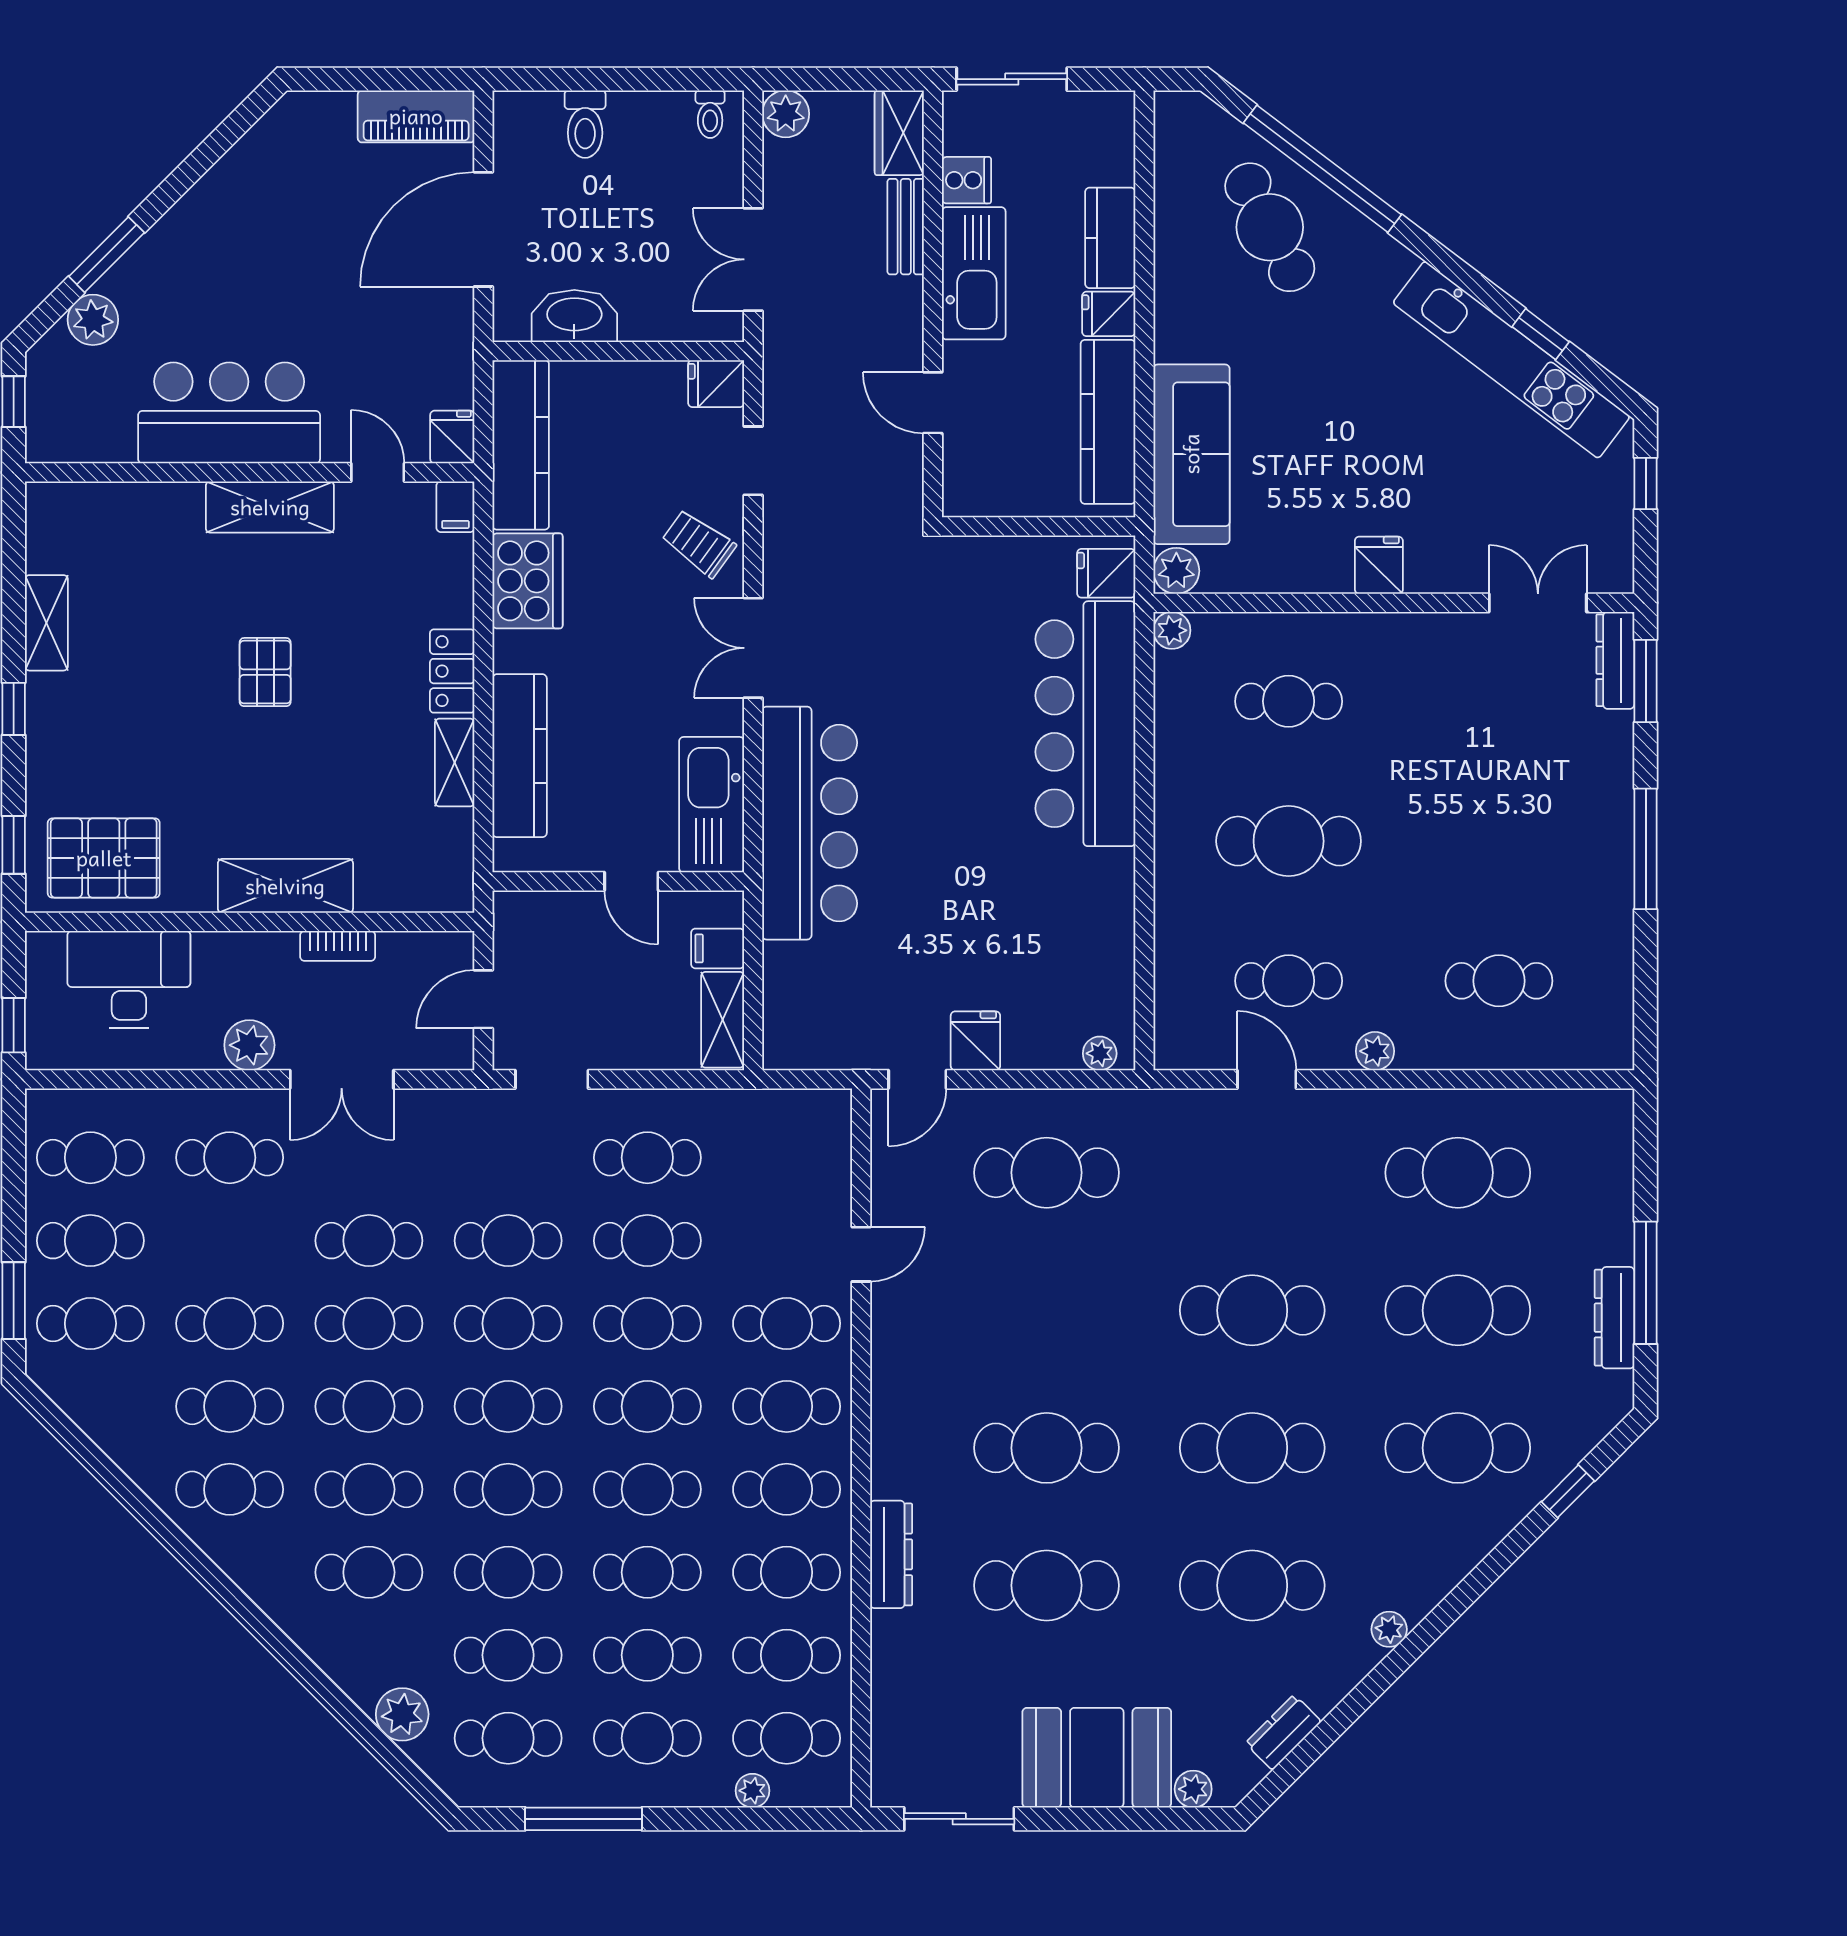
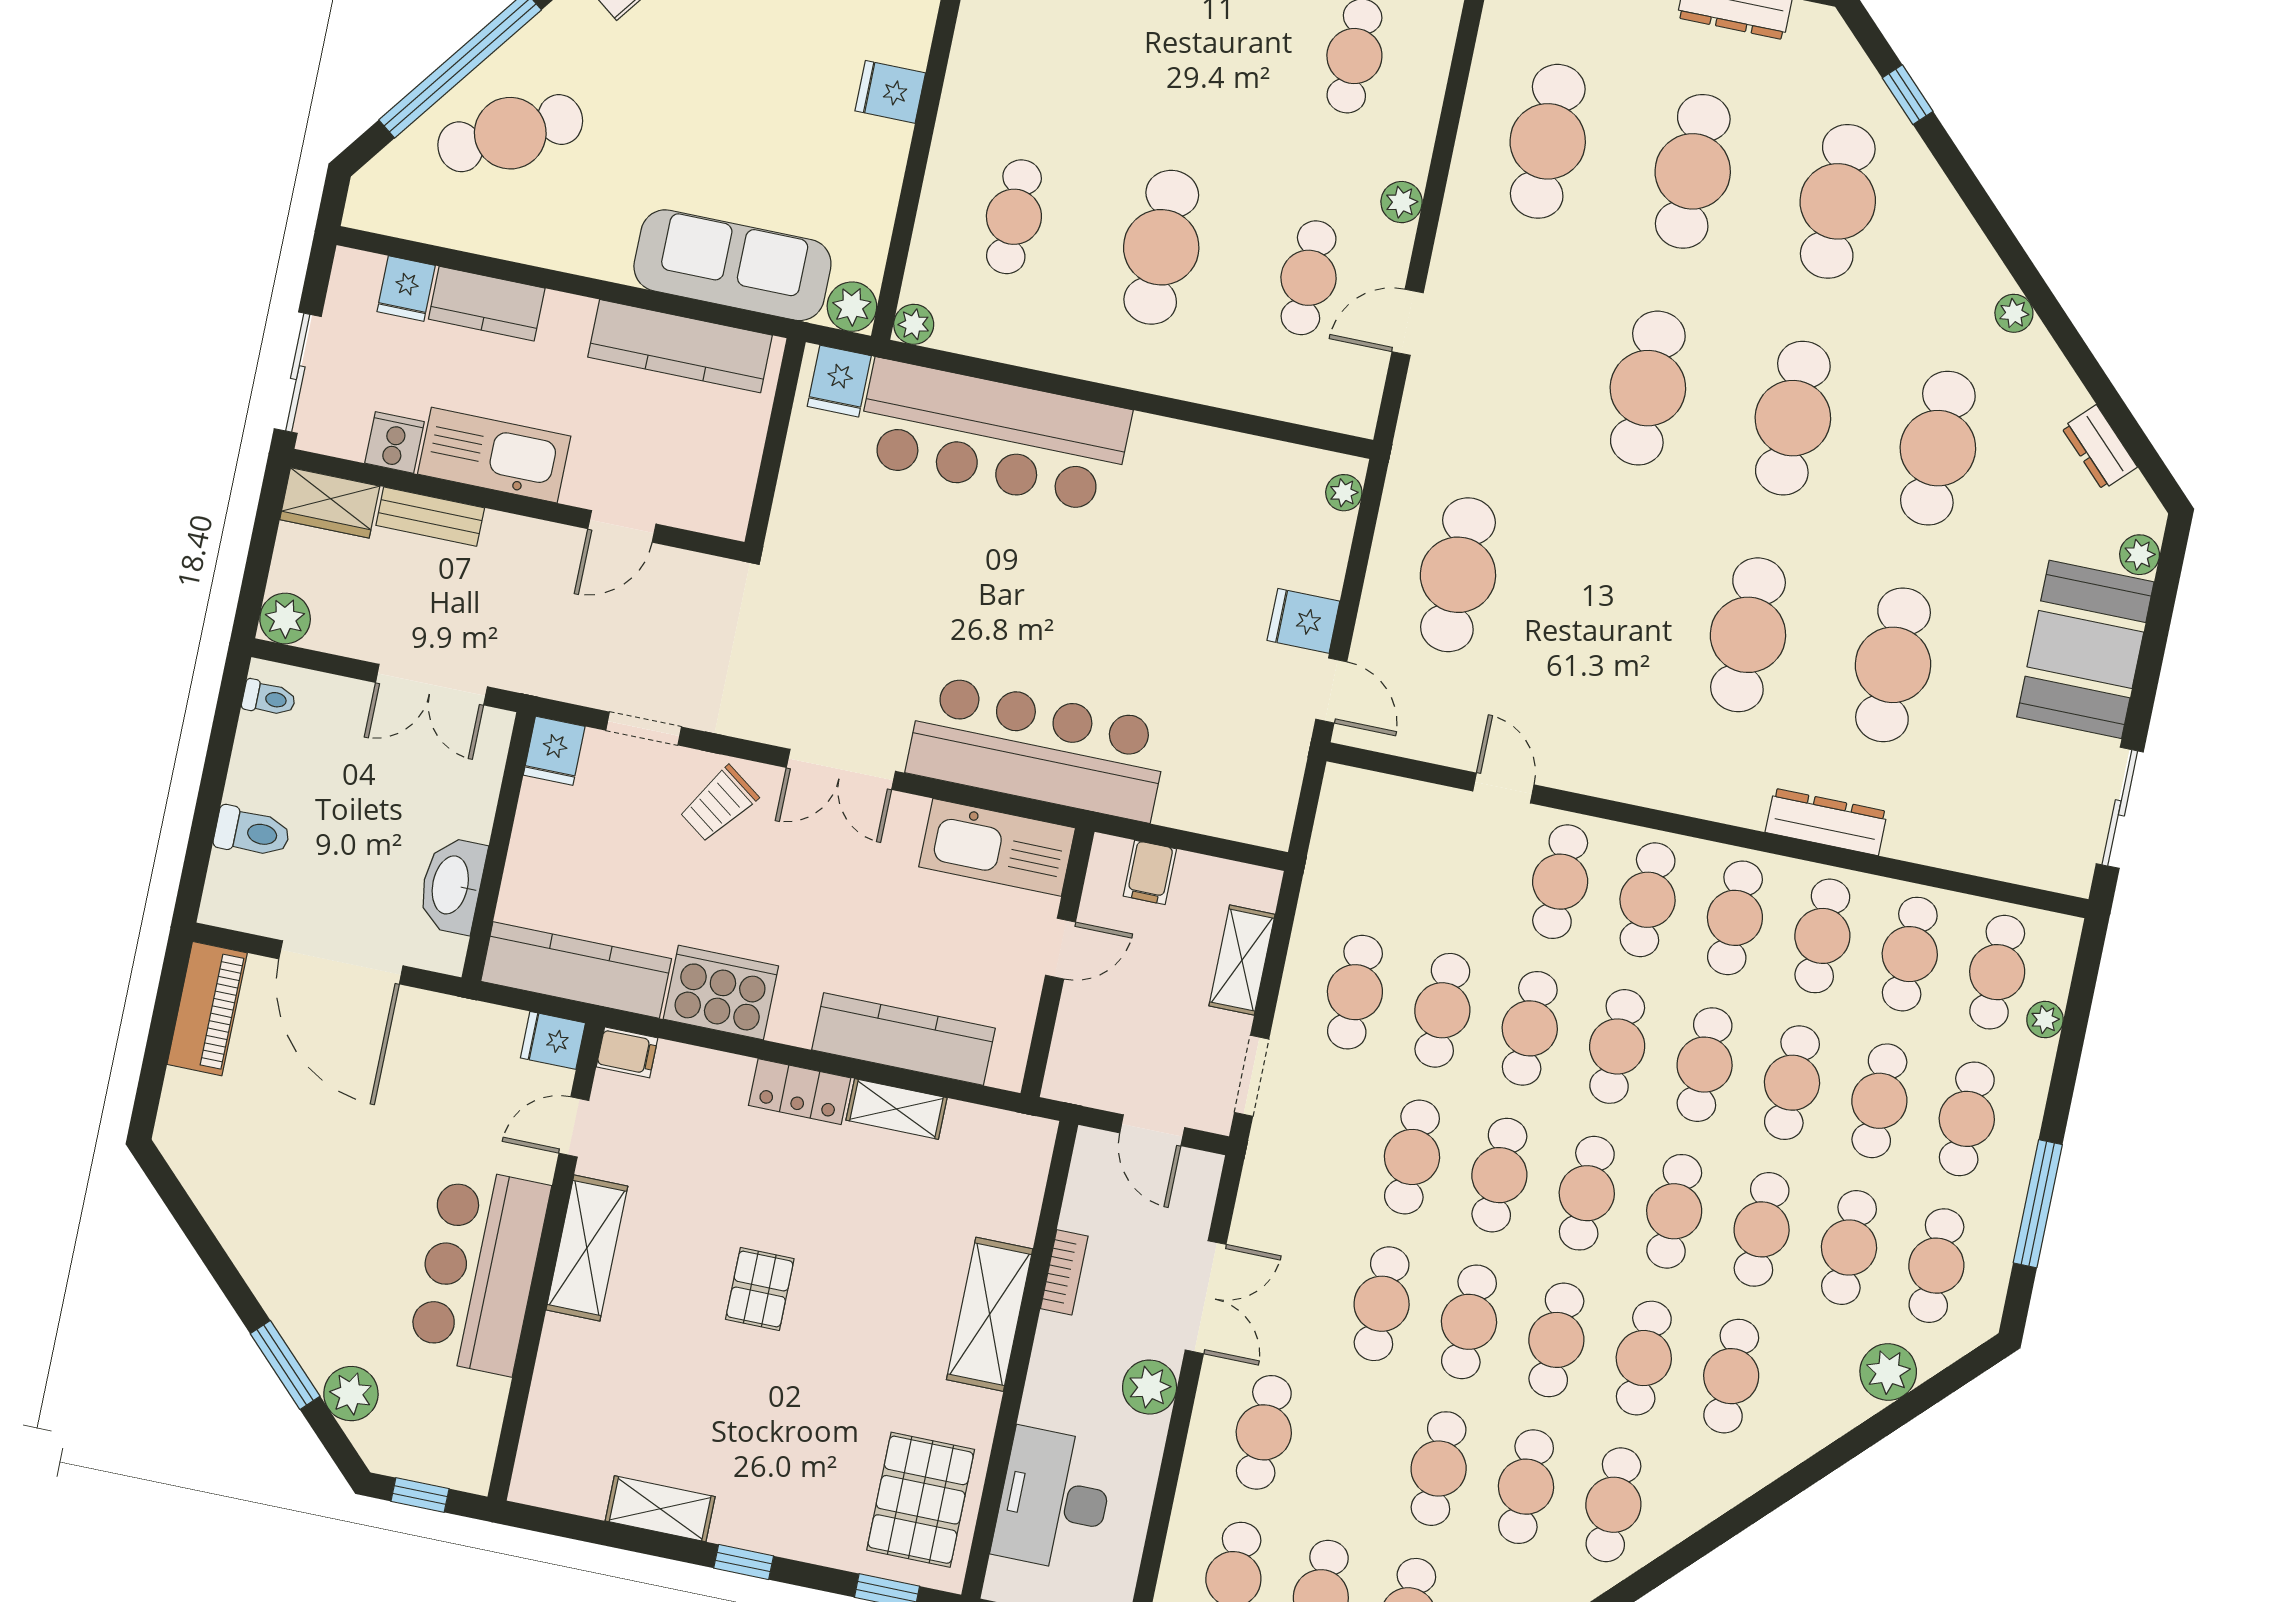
fridge: (1109, 314) -> (406, 289), moved
pallet: (265, 672) -> (760, 1289), turned 90
shelving: (723, 1020) -> (1242, 960), moved, turned 90

